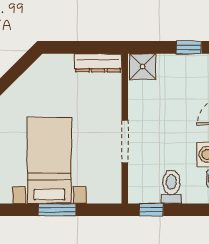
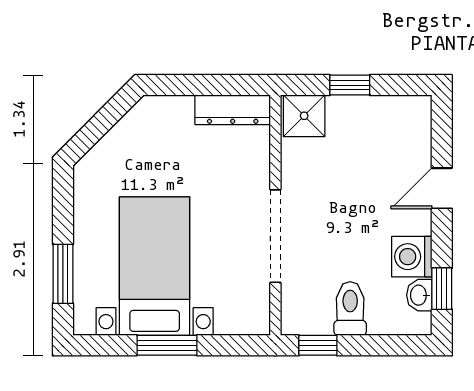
window: (189, 47) -> (350, 85), moved
doorway: (125, 142) -> (275, 236), width x1.36

